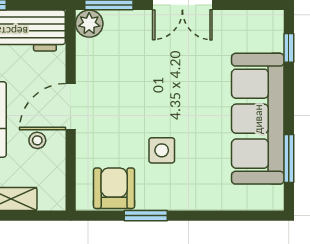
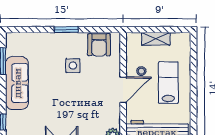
sofa: (258, 119) -> (17, 83), width x0.74, depth x0.79
window: (146, 216) -> (66, 30), moved

